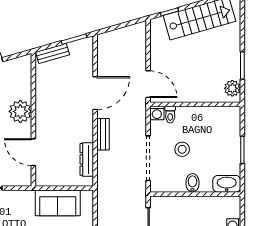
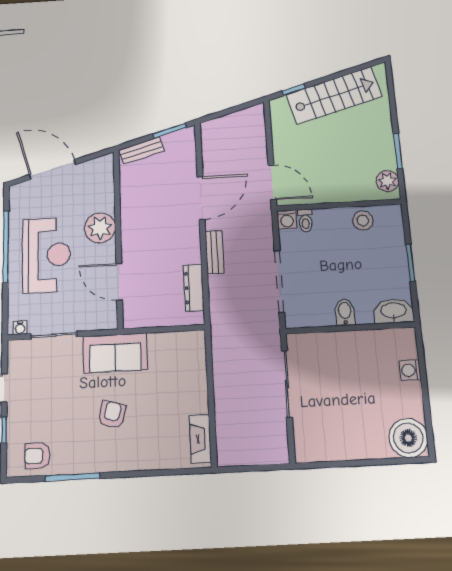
stool: (182, 149) -> (363, 220), moved
sofa: (58, 203) -> (115, 353), moved

